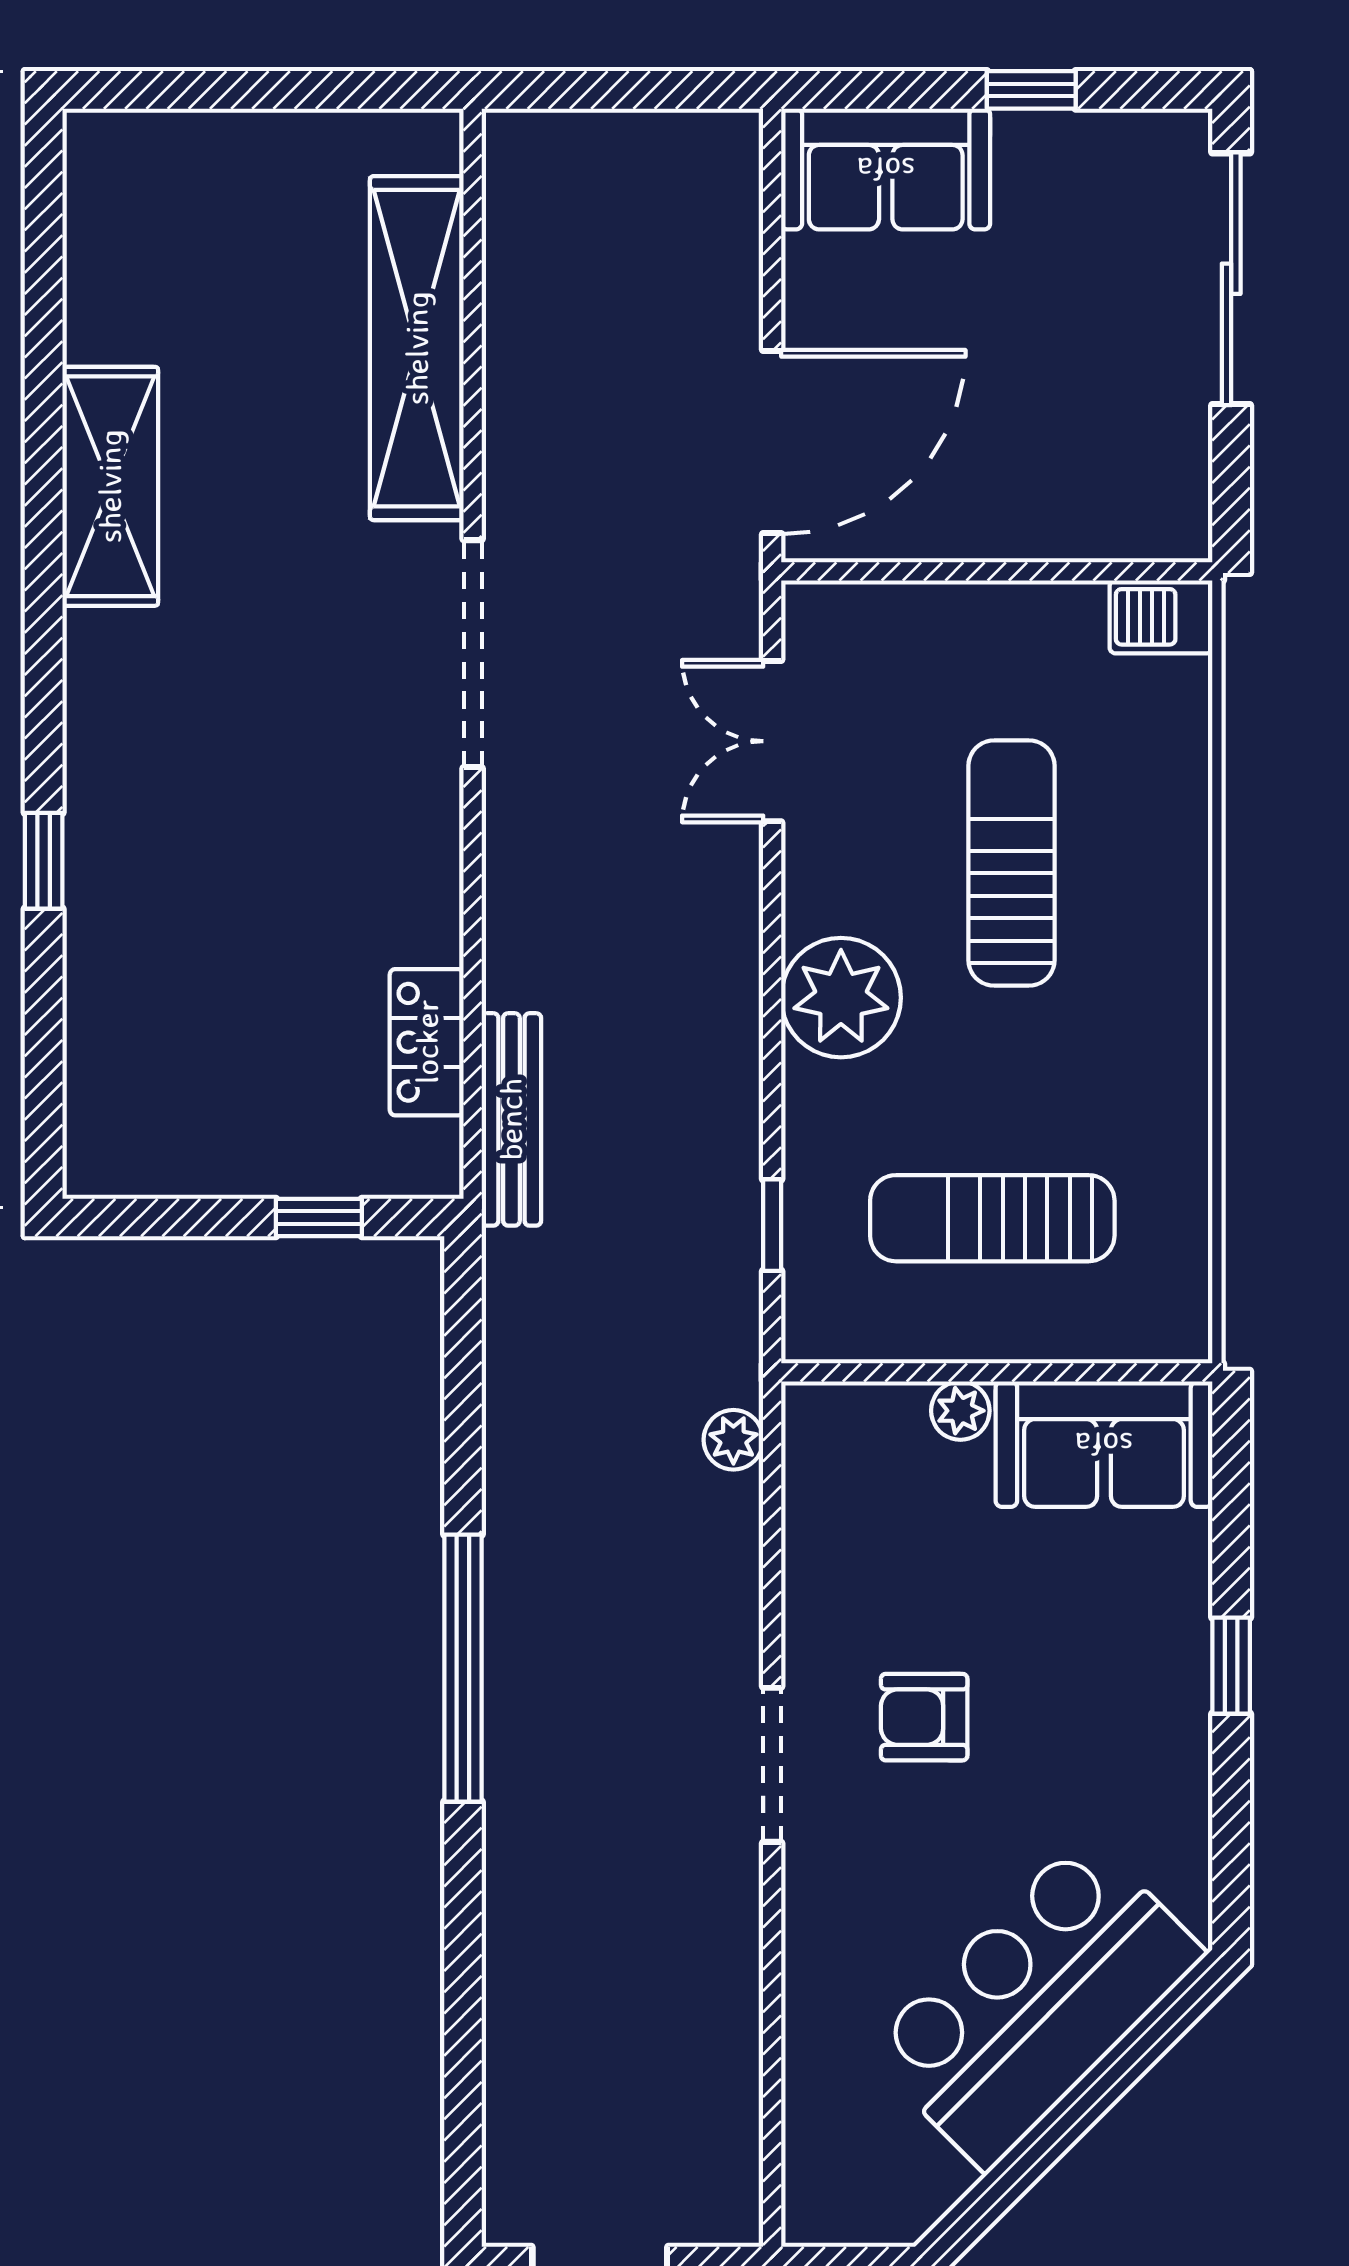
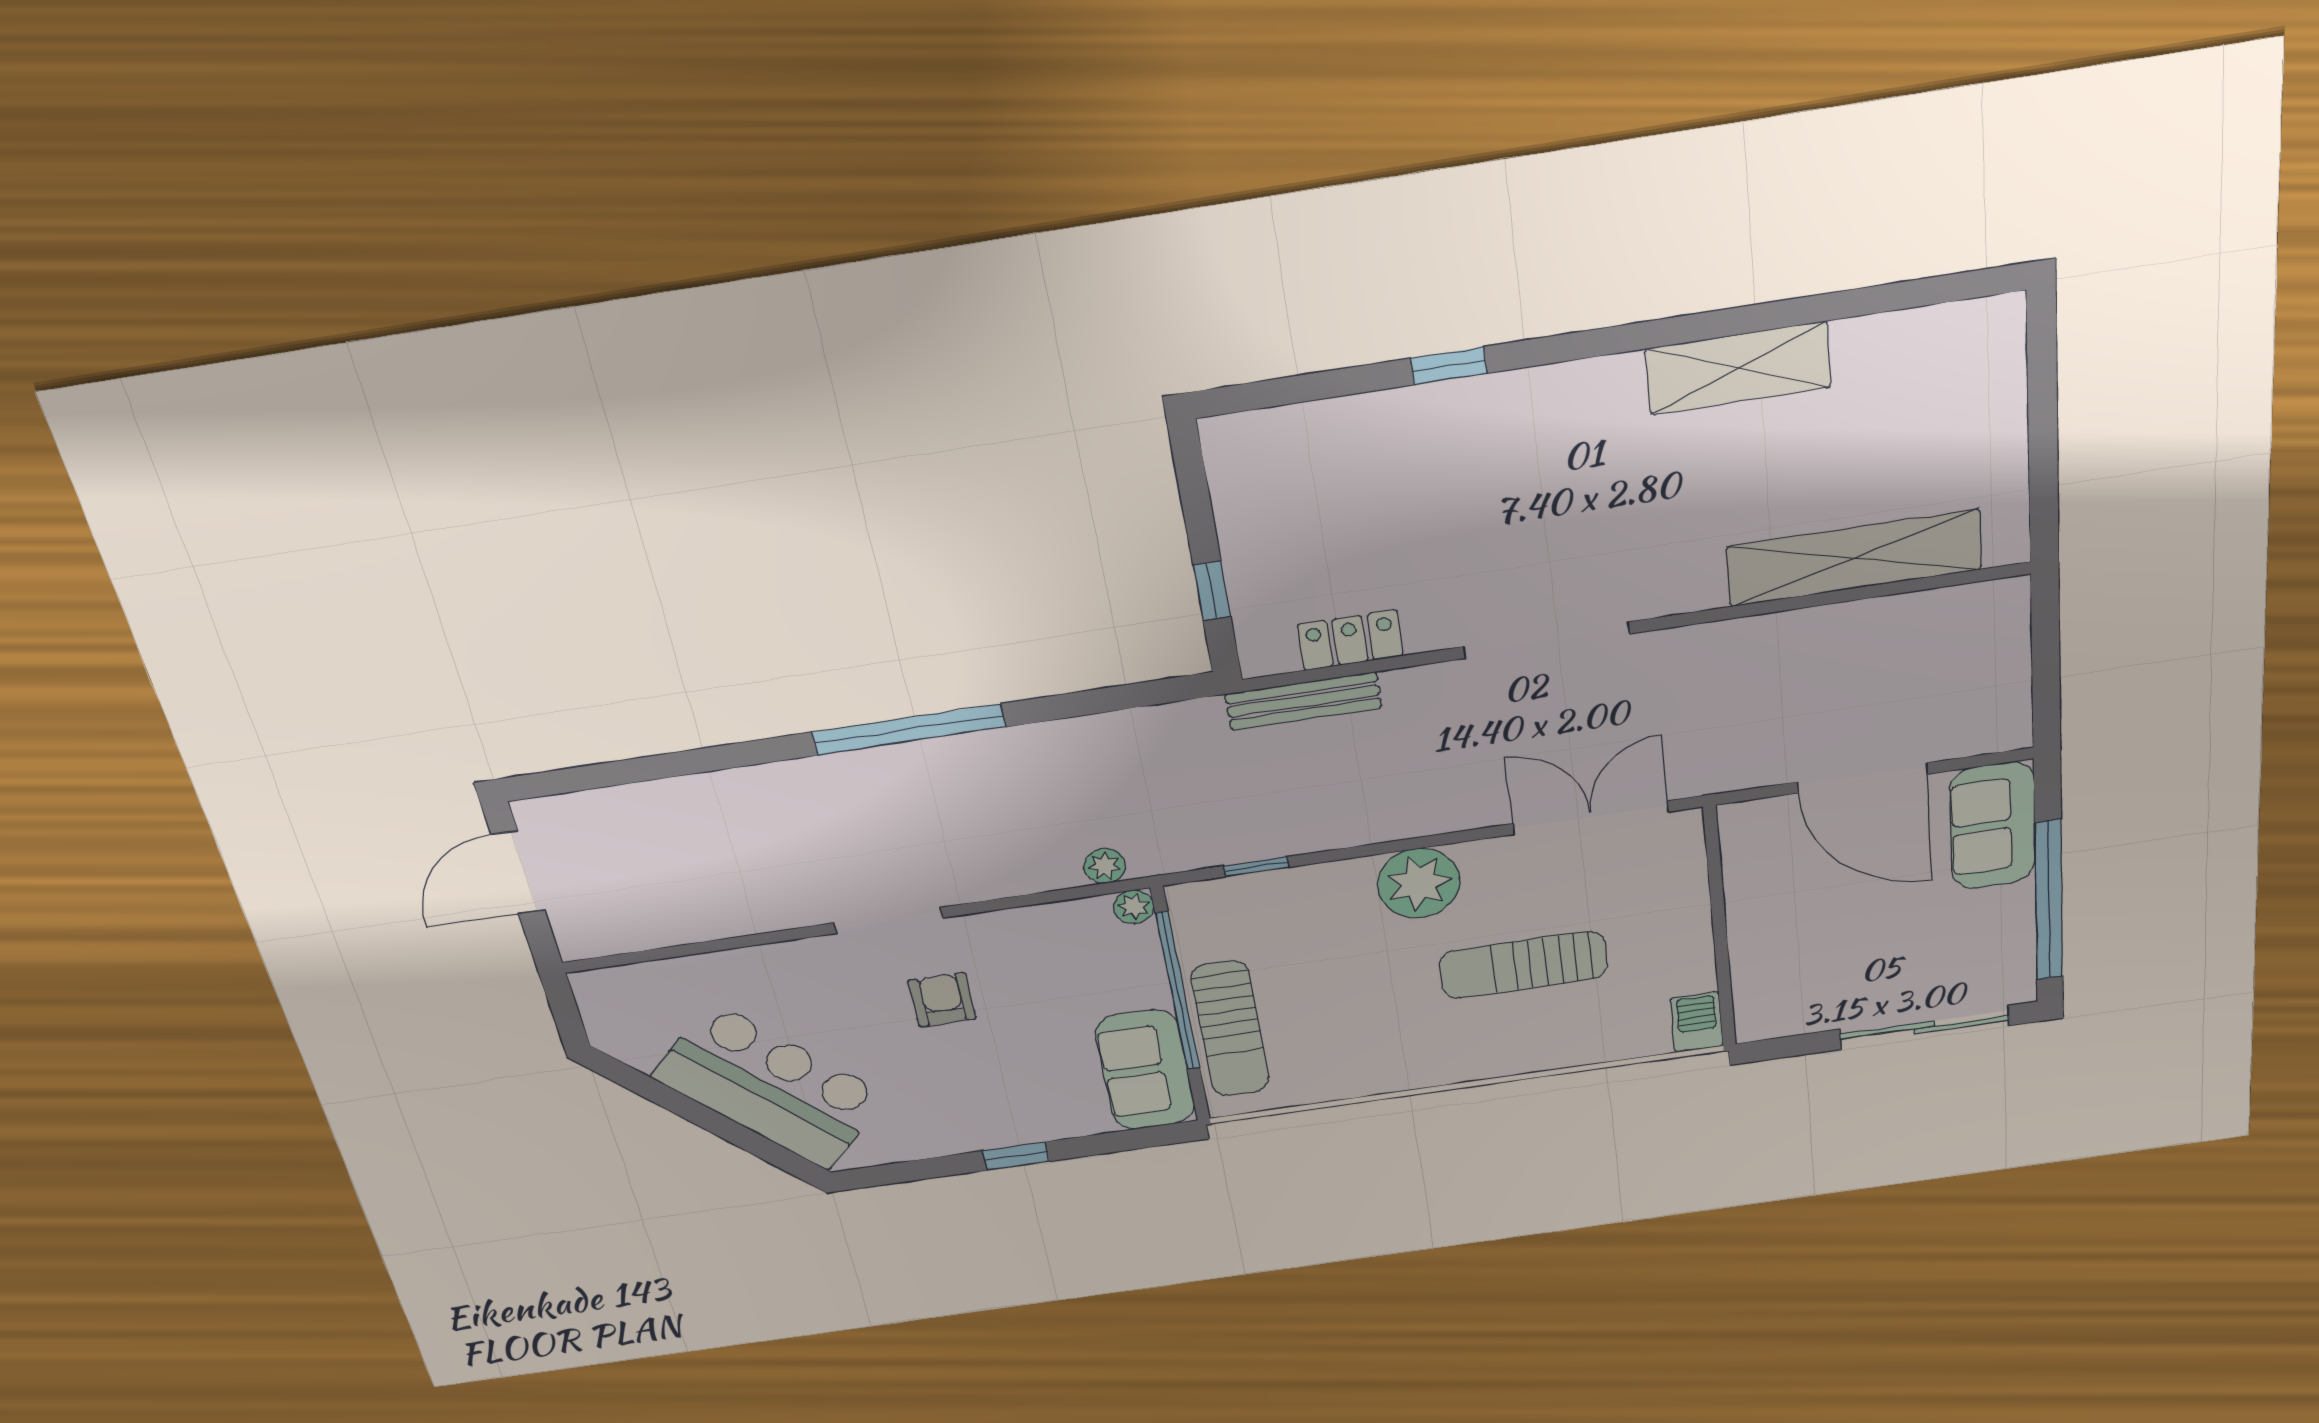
window: (1031, 90) -> (2049, 901), width x3.17
door: (772, 442) -> (1862, 778), moved
doorway: (473, 654) -> (1547, 640), moved
double door: (772, 741) -> (1591, 818), width x1.37
sun lounger: (1011, 863) -> (1523, 965), turned 180
sun lounger: (992, 1218) -> (1230, 1029), moved, turned 180
window: (970, 1372) -> (1178, 991), added
plant: (960, 1411) -> (1134, 907), moved

